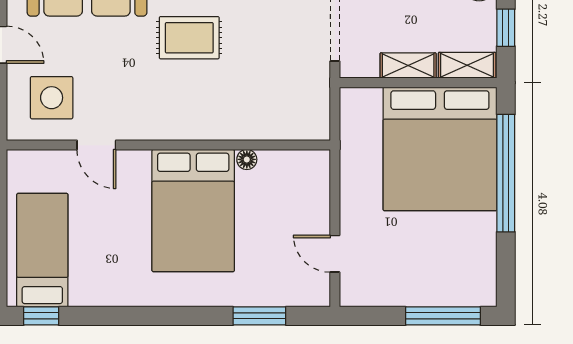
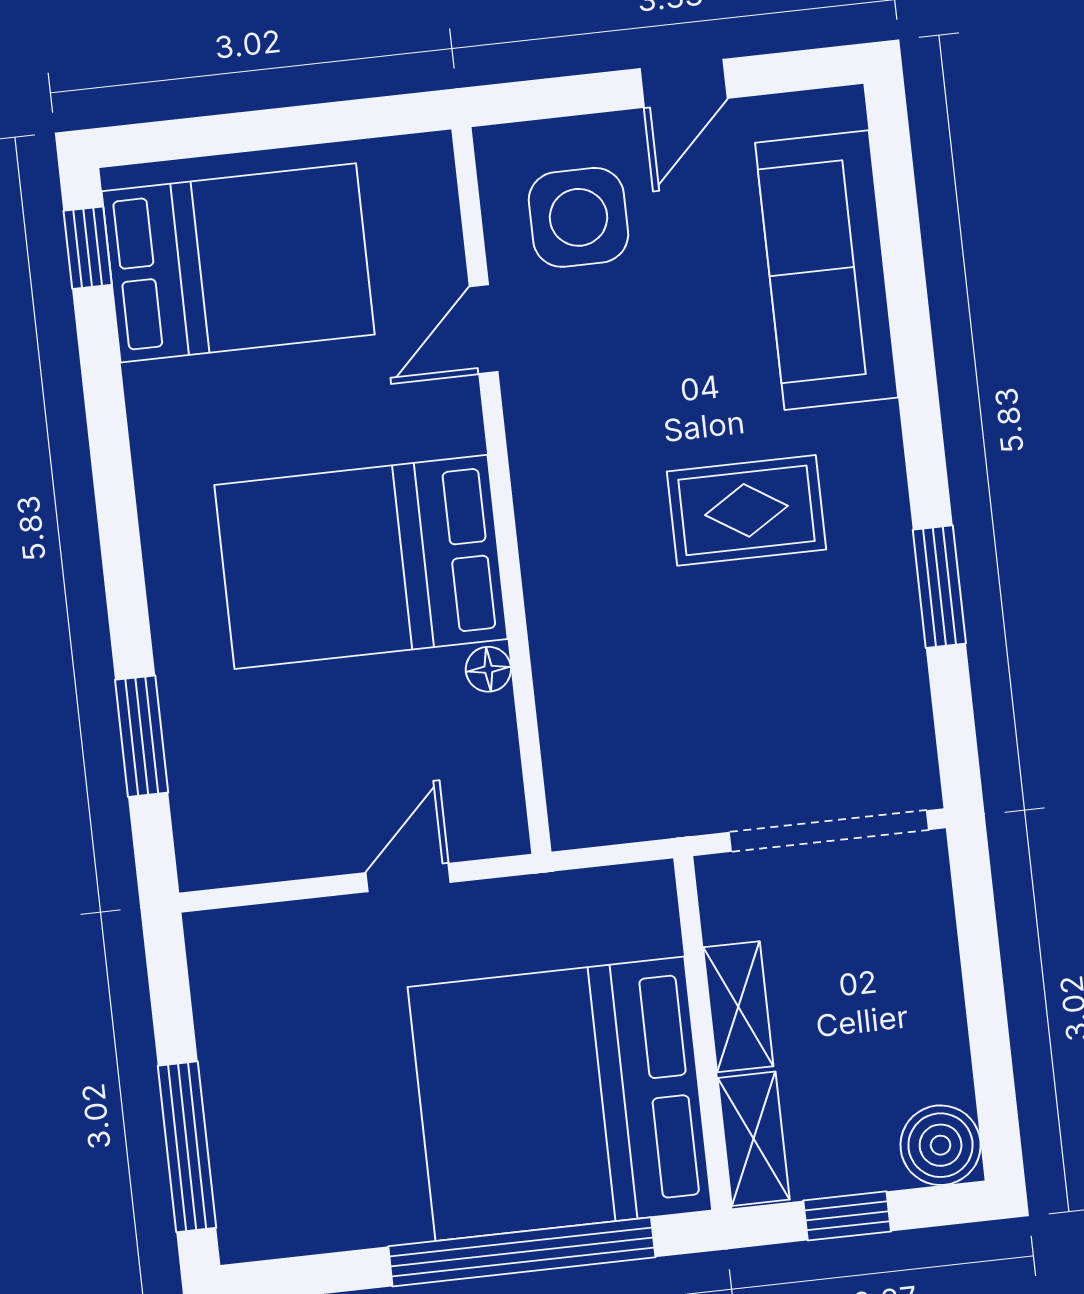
rug: (189, 38) -> (747, 510), turned 90
bed: (42, 250) -> (238, 263), width x1.50
door: (335, 254) -> (408, 878), moved

